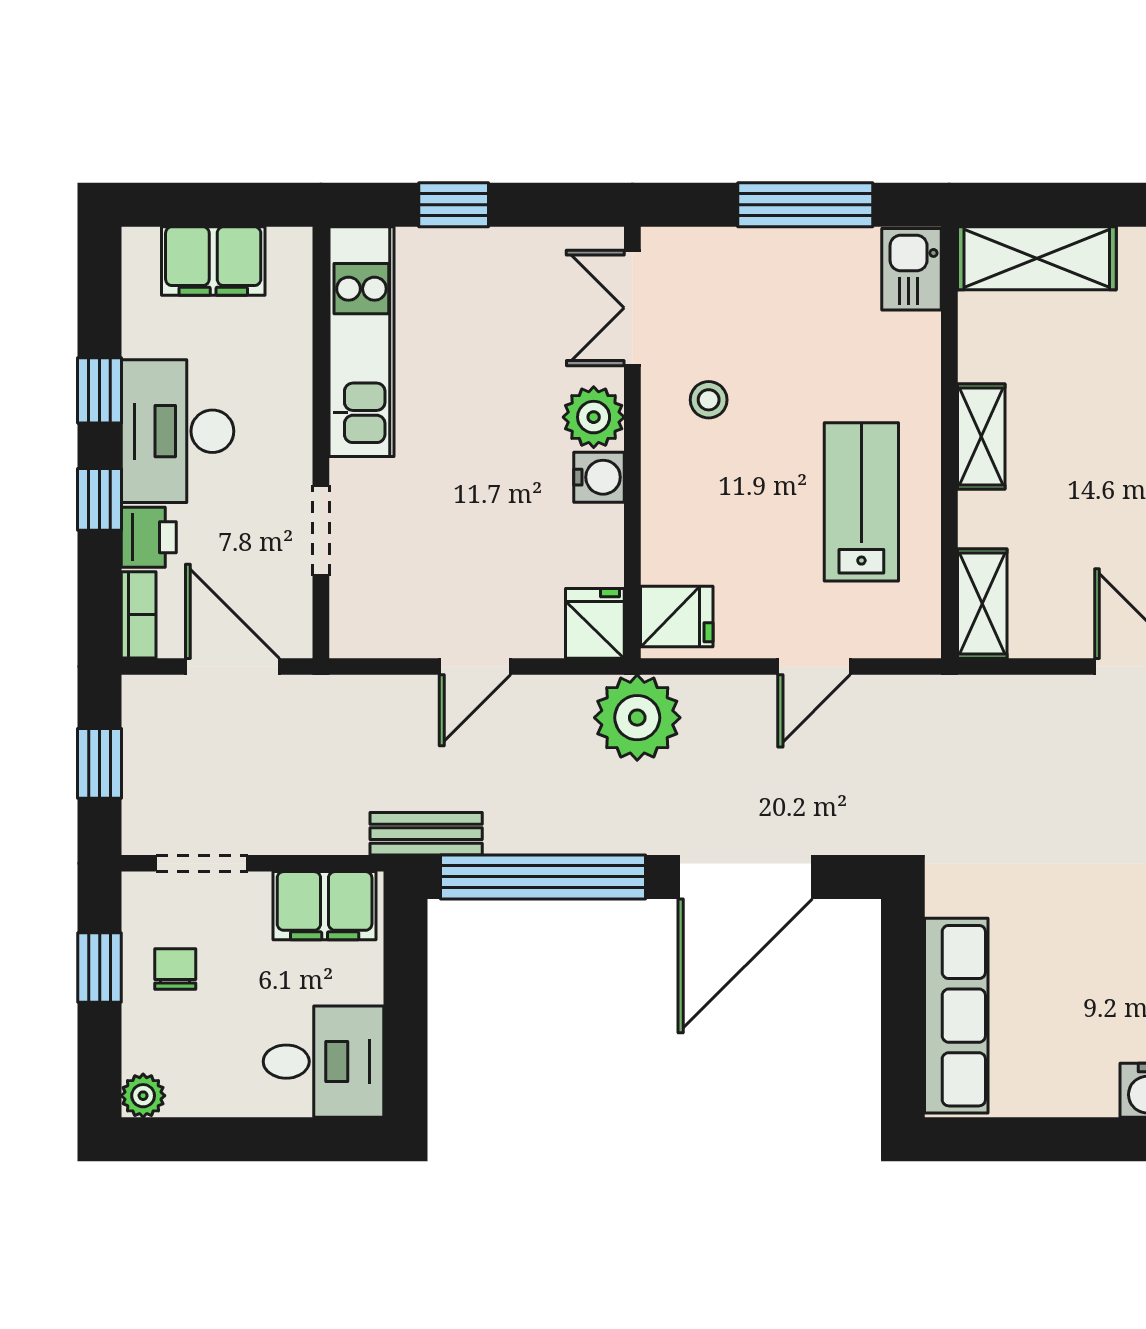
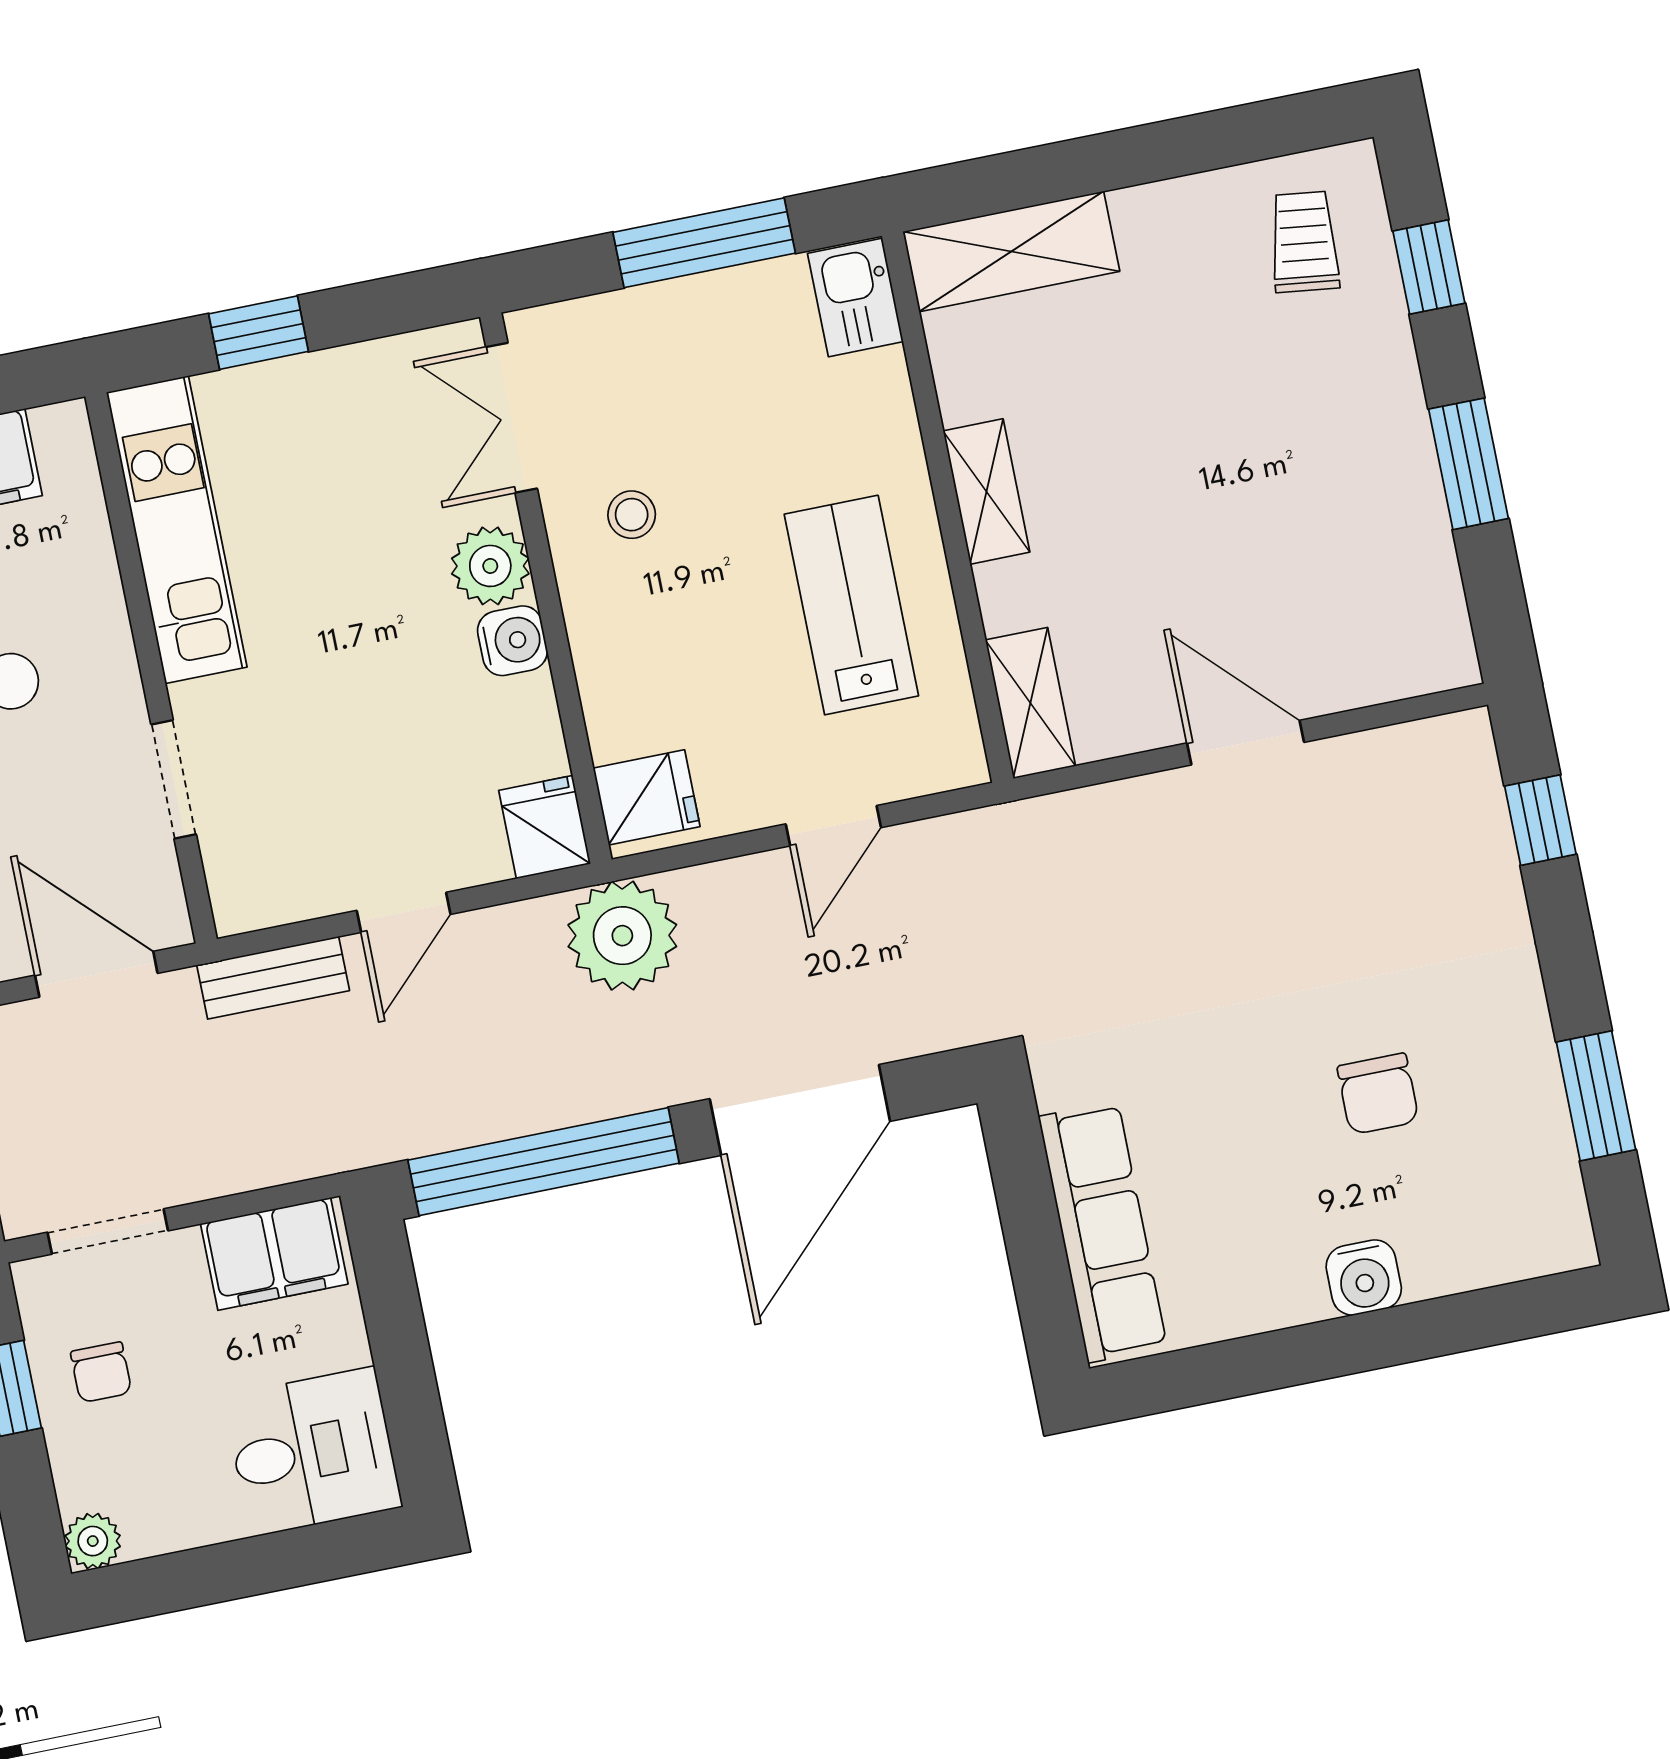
bench: (426, 834) -> (273, 978), moved
chair: (175, 969) -> (101, 1372), turned 180

